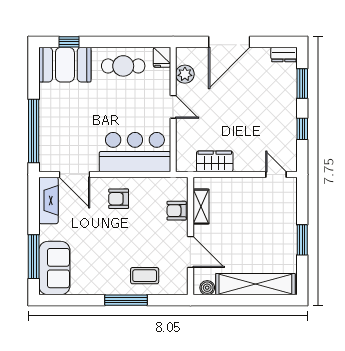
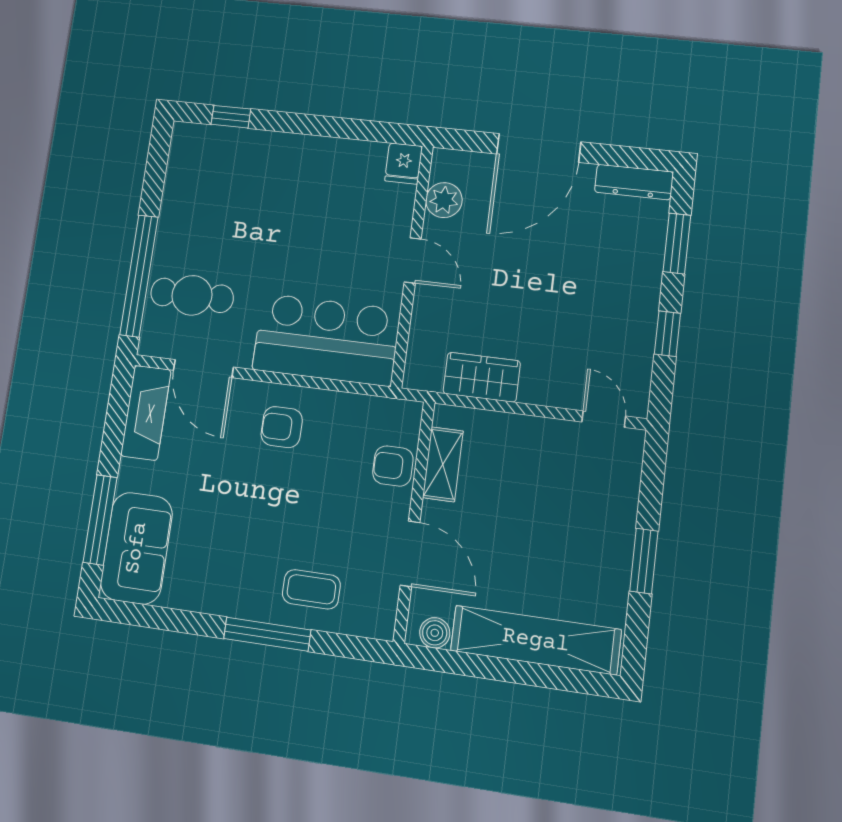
dresser: (284, 55) -> (634, 182), width x1.44
booth: (65, 65) -> (217, 158), removed
cafe table: (123, 66) -> (192, 295), moved

